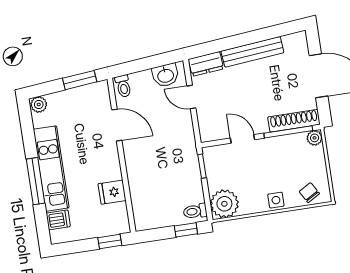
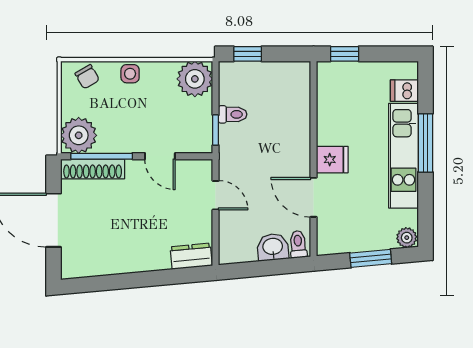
bench: (252, 52) -> (131, 262), removed
washbasin: (165, 75) -> (273, 247), moved
window: (80, 80) -> (371, 258), moved
door: (191, 97) -> (216, 195), moved
plant: (315, 138) -> (79, 135), width x1.88, depth x1.88
fridge: (112, 192) -> (332, 160), moved
toilet: (195, 211) -> (233, 114), moved

